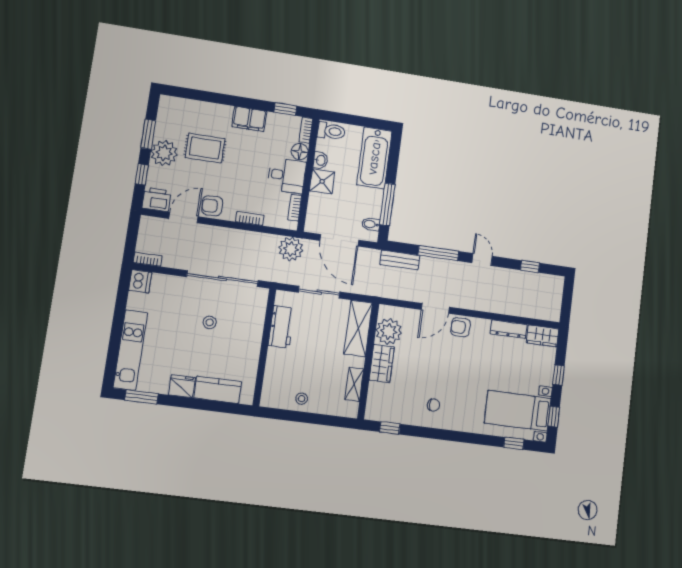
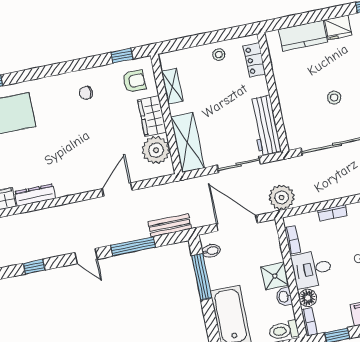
workbench: (281, 327) -> (265, 125), width x1.38
armchair: (461, 327) -> (134, 81), moved
locker: (271, 383) -> (254, 60), added

